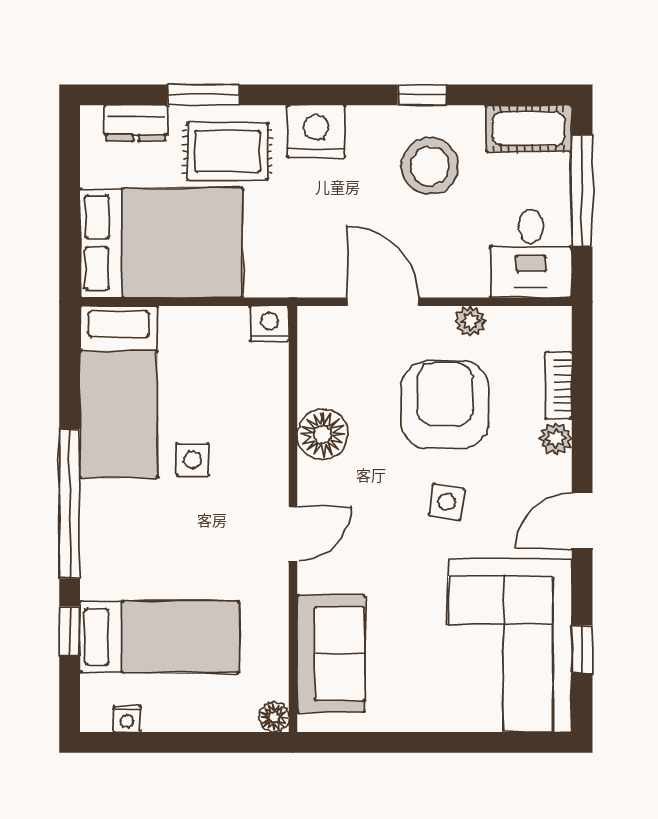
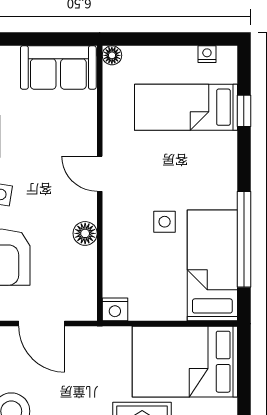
floor lamp: (323, 434) -> (85, 233), width x0.73, depth x0.73
window: (70, 504) -> (244, 239), moved
door: (293, 534) -> (100, 174), hinge flipped
sofa: (331, 654) -> (58, 68), moved, turned -90

